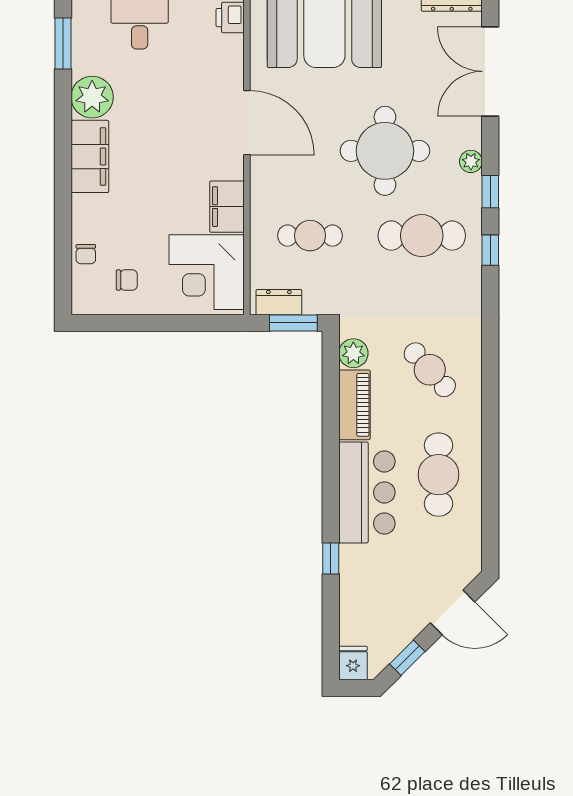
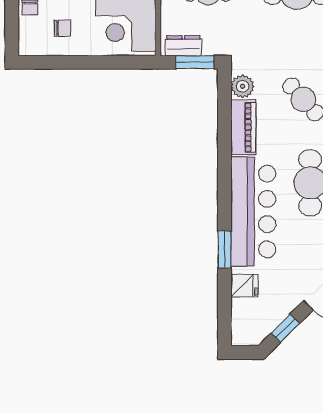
bar counter: (367, 492) -> (253, 212), width x1.36
window: (331, 559) -> (225, 249), width x1.50
fridge: (353, 663) -> (244, 286), moved, turned 90

